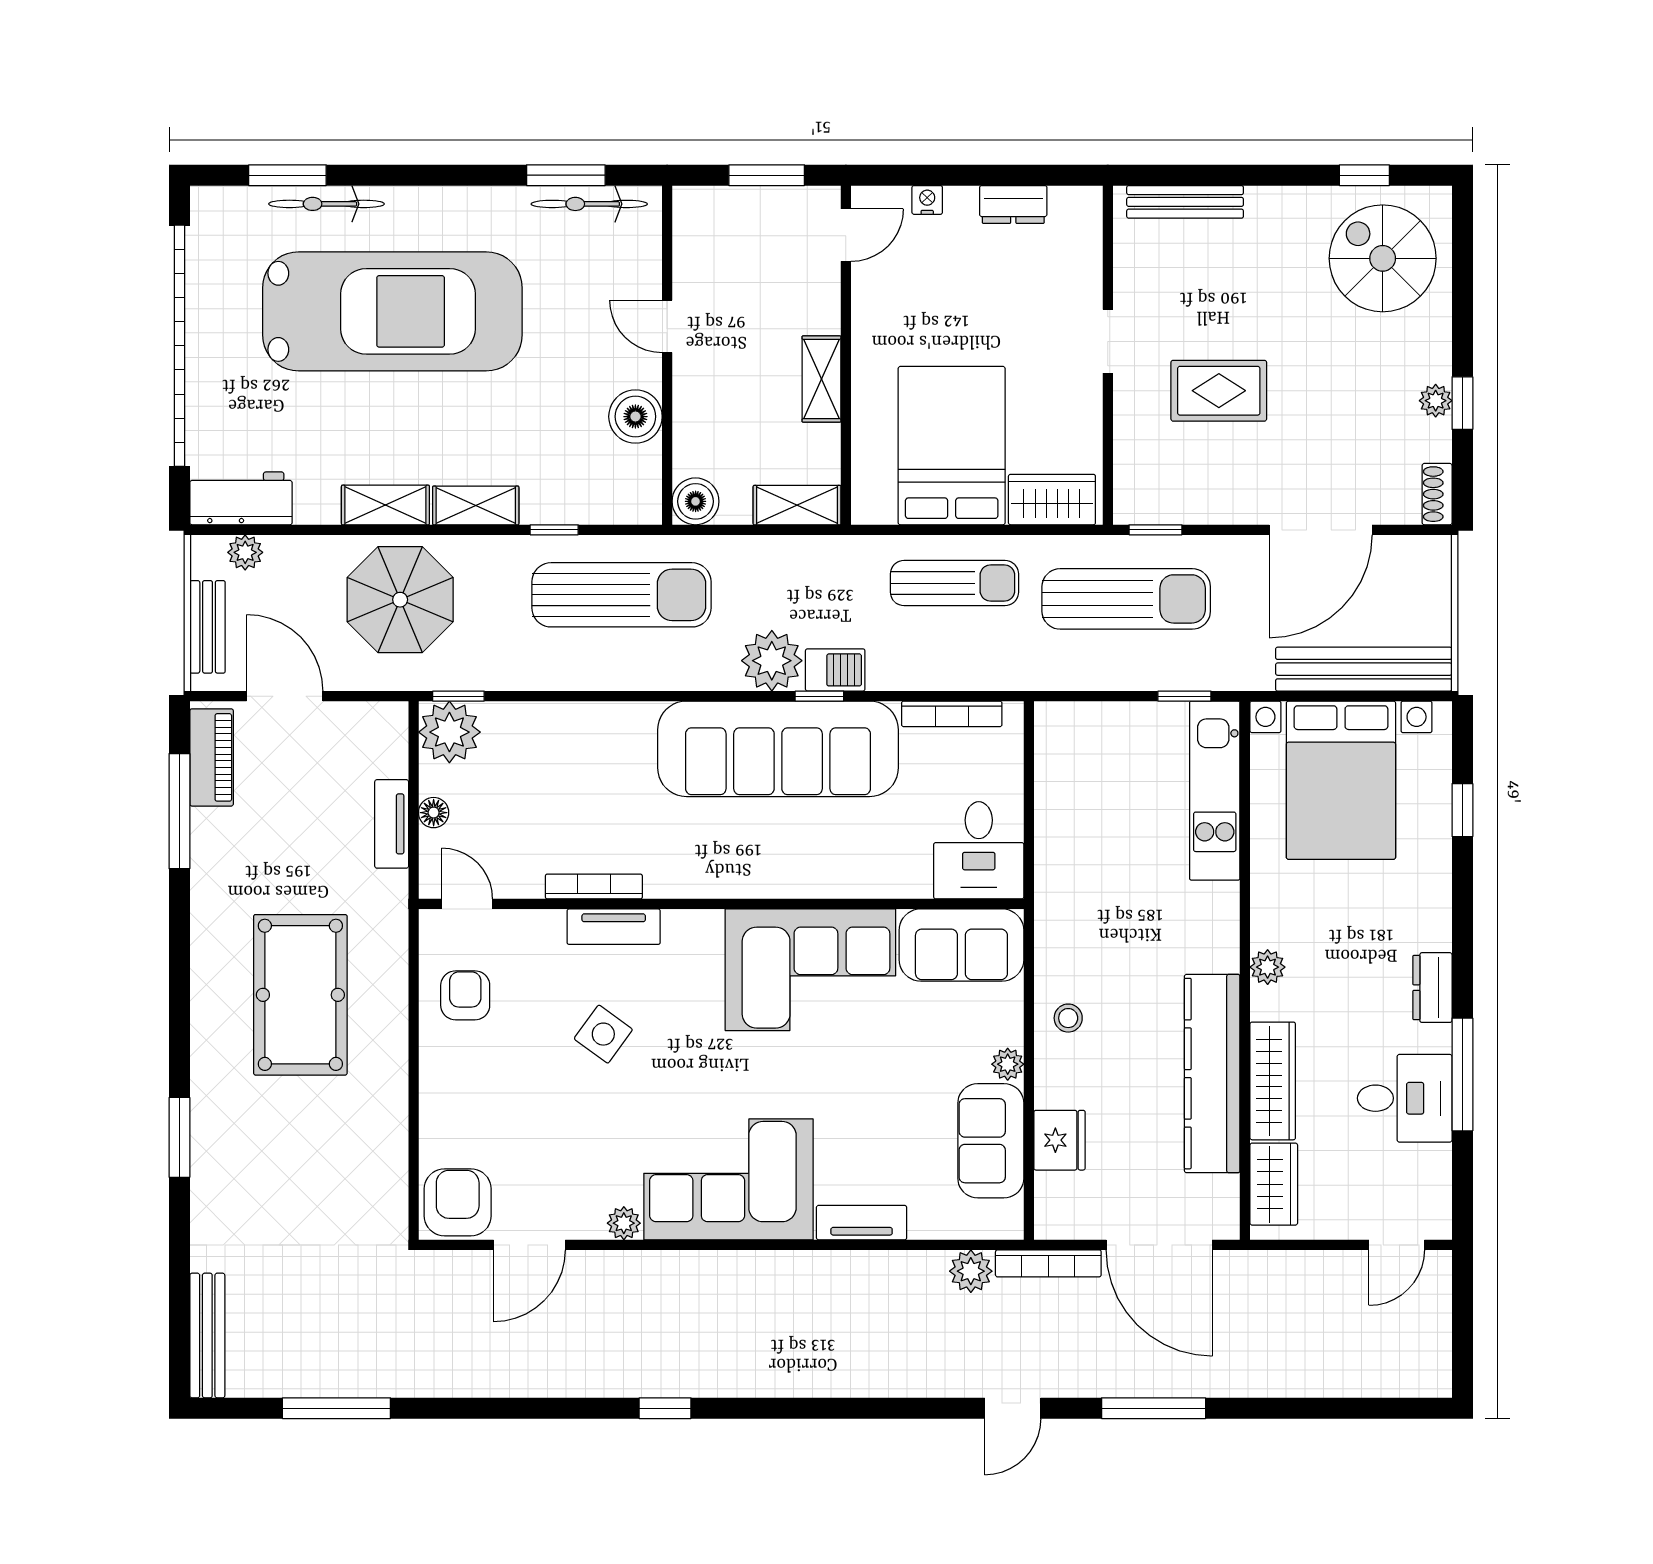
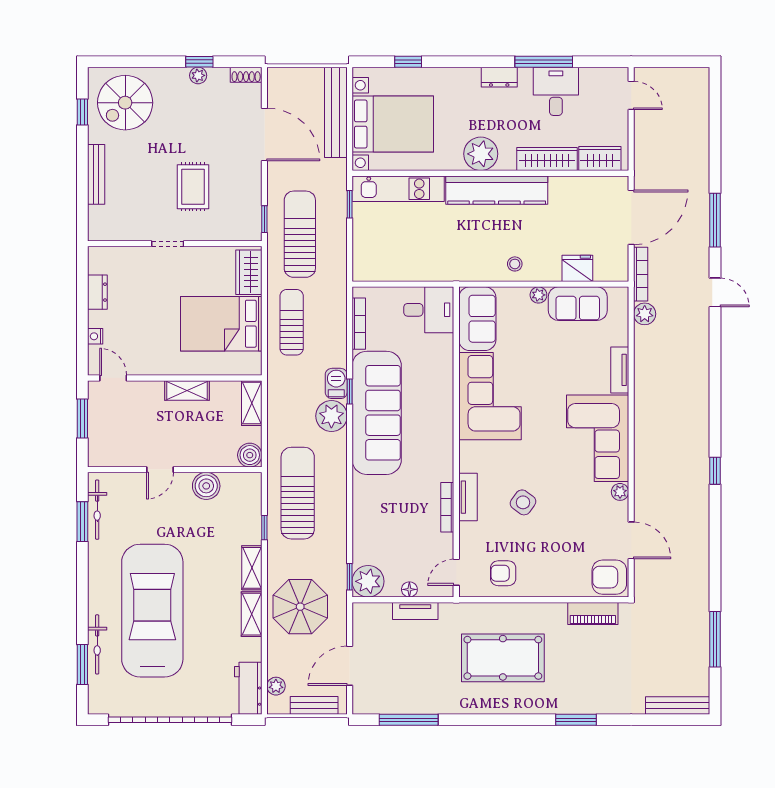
bench: (1185, 202) -> (96, 174), moved
piano: (212, 757) -> (593, 613), moved, turned 180
plant: (1268, 967) -> (481, 154), width x1.87, depth x1.87
kitchen counter: (1212, 1074) -> (497, 190), moved

